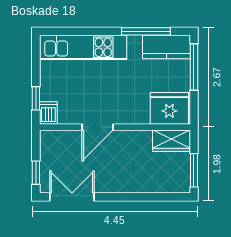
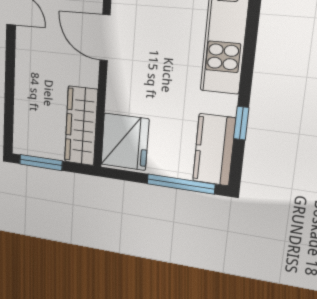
window: (146, 31) -> (241, 123), width x0.46
wardrobe: (171, 141) -> (81, 126), width x1.50

